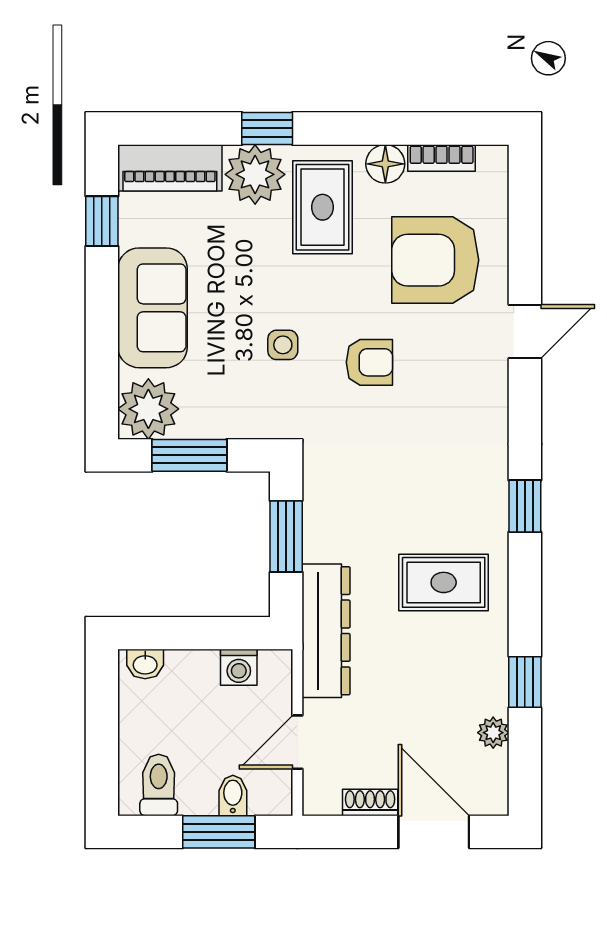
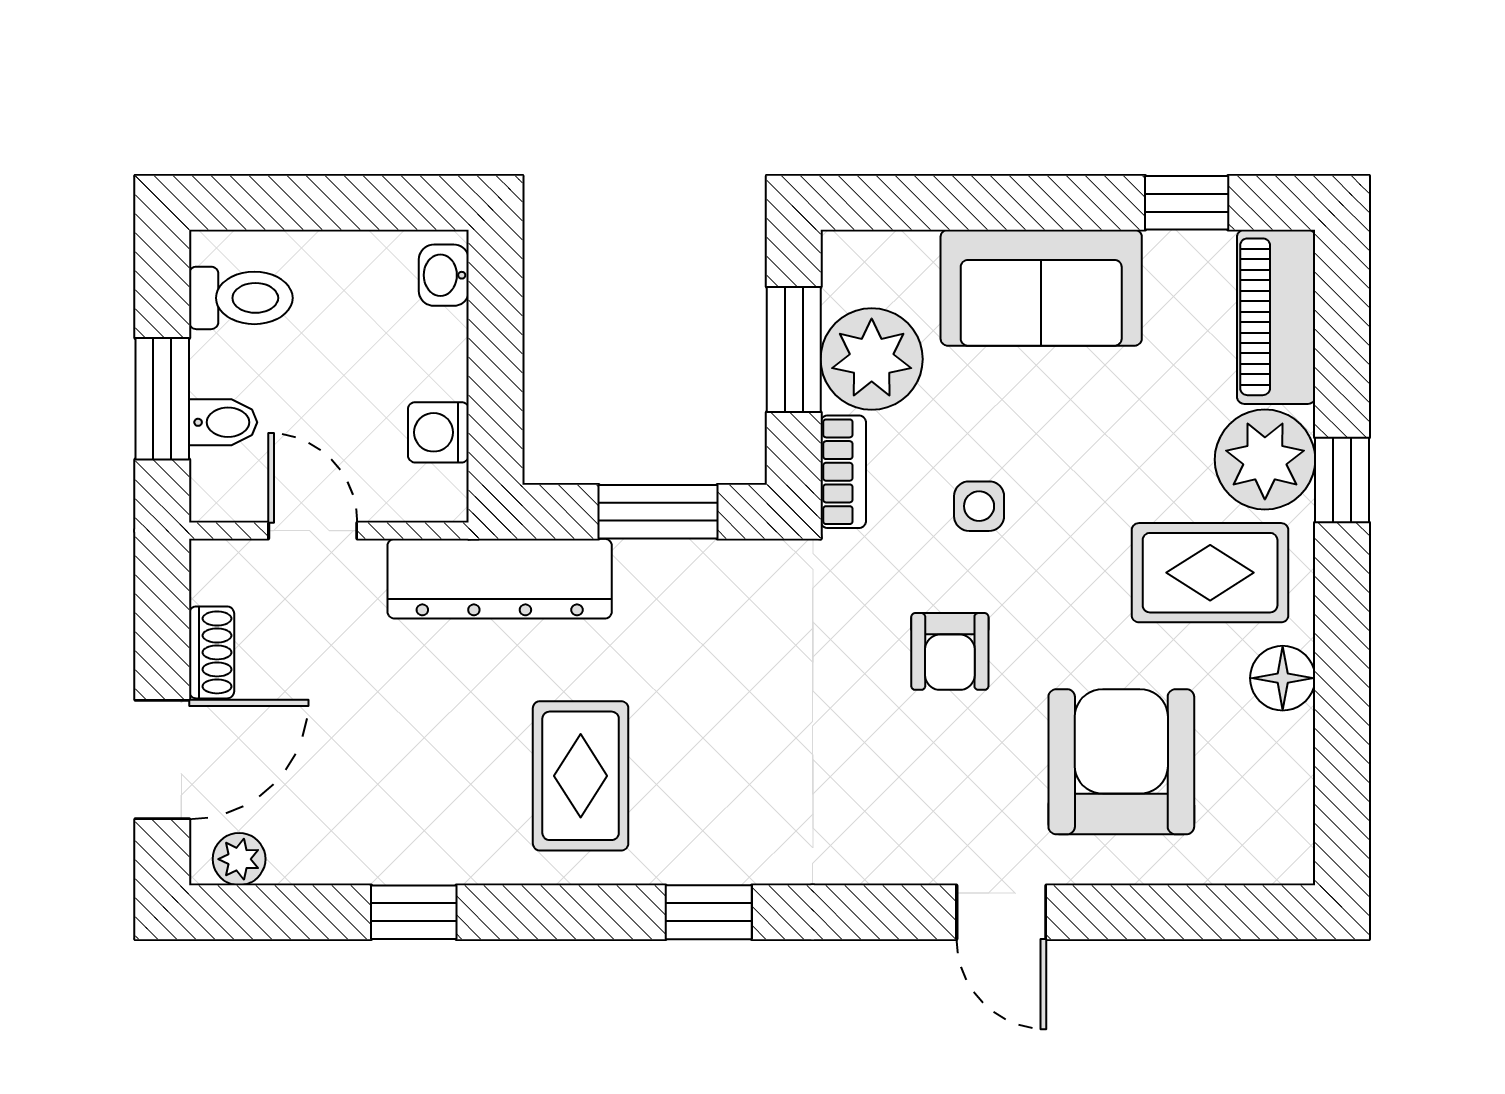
bookcase: (442, 158) -> (843, 472), moved, turned 180
plant: (148, 409) -> (872, 359), moved
plant: (493, 733) -> (239, 859), moved

